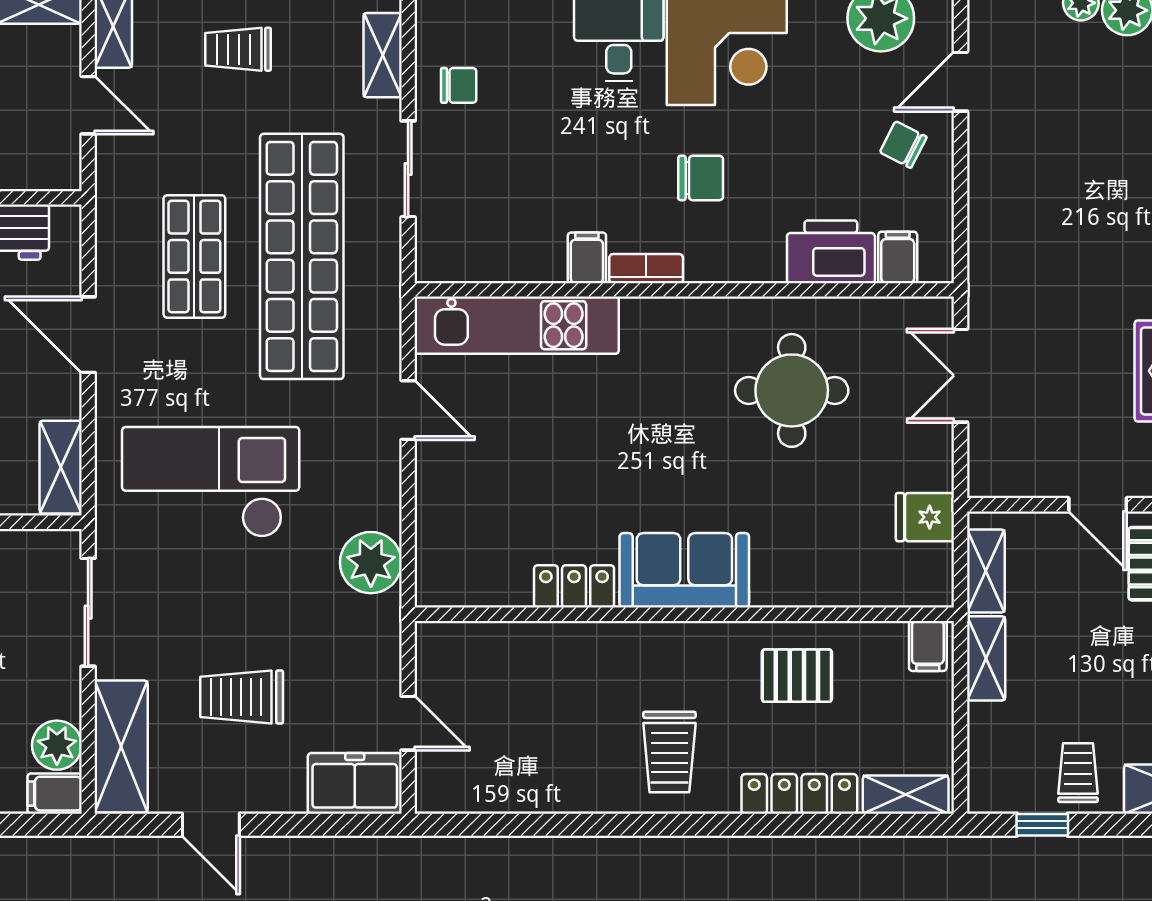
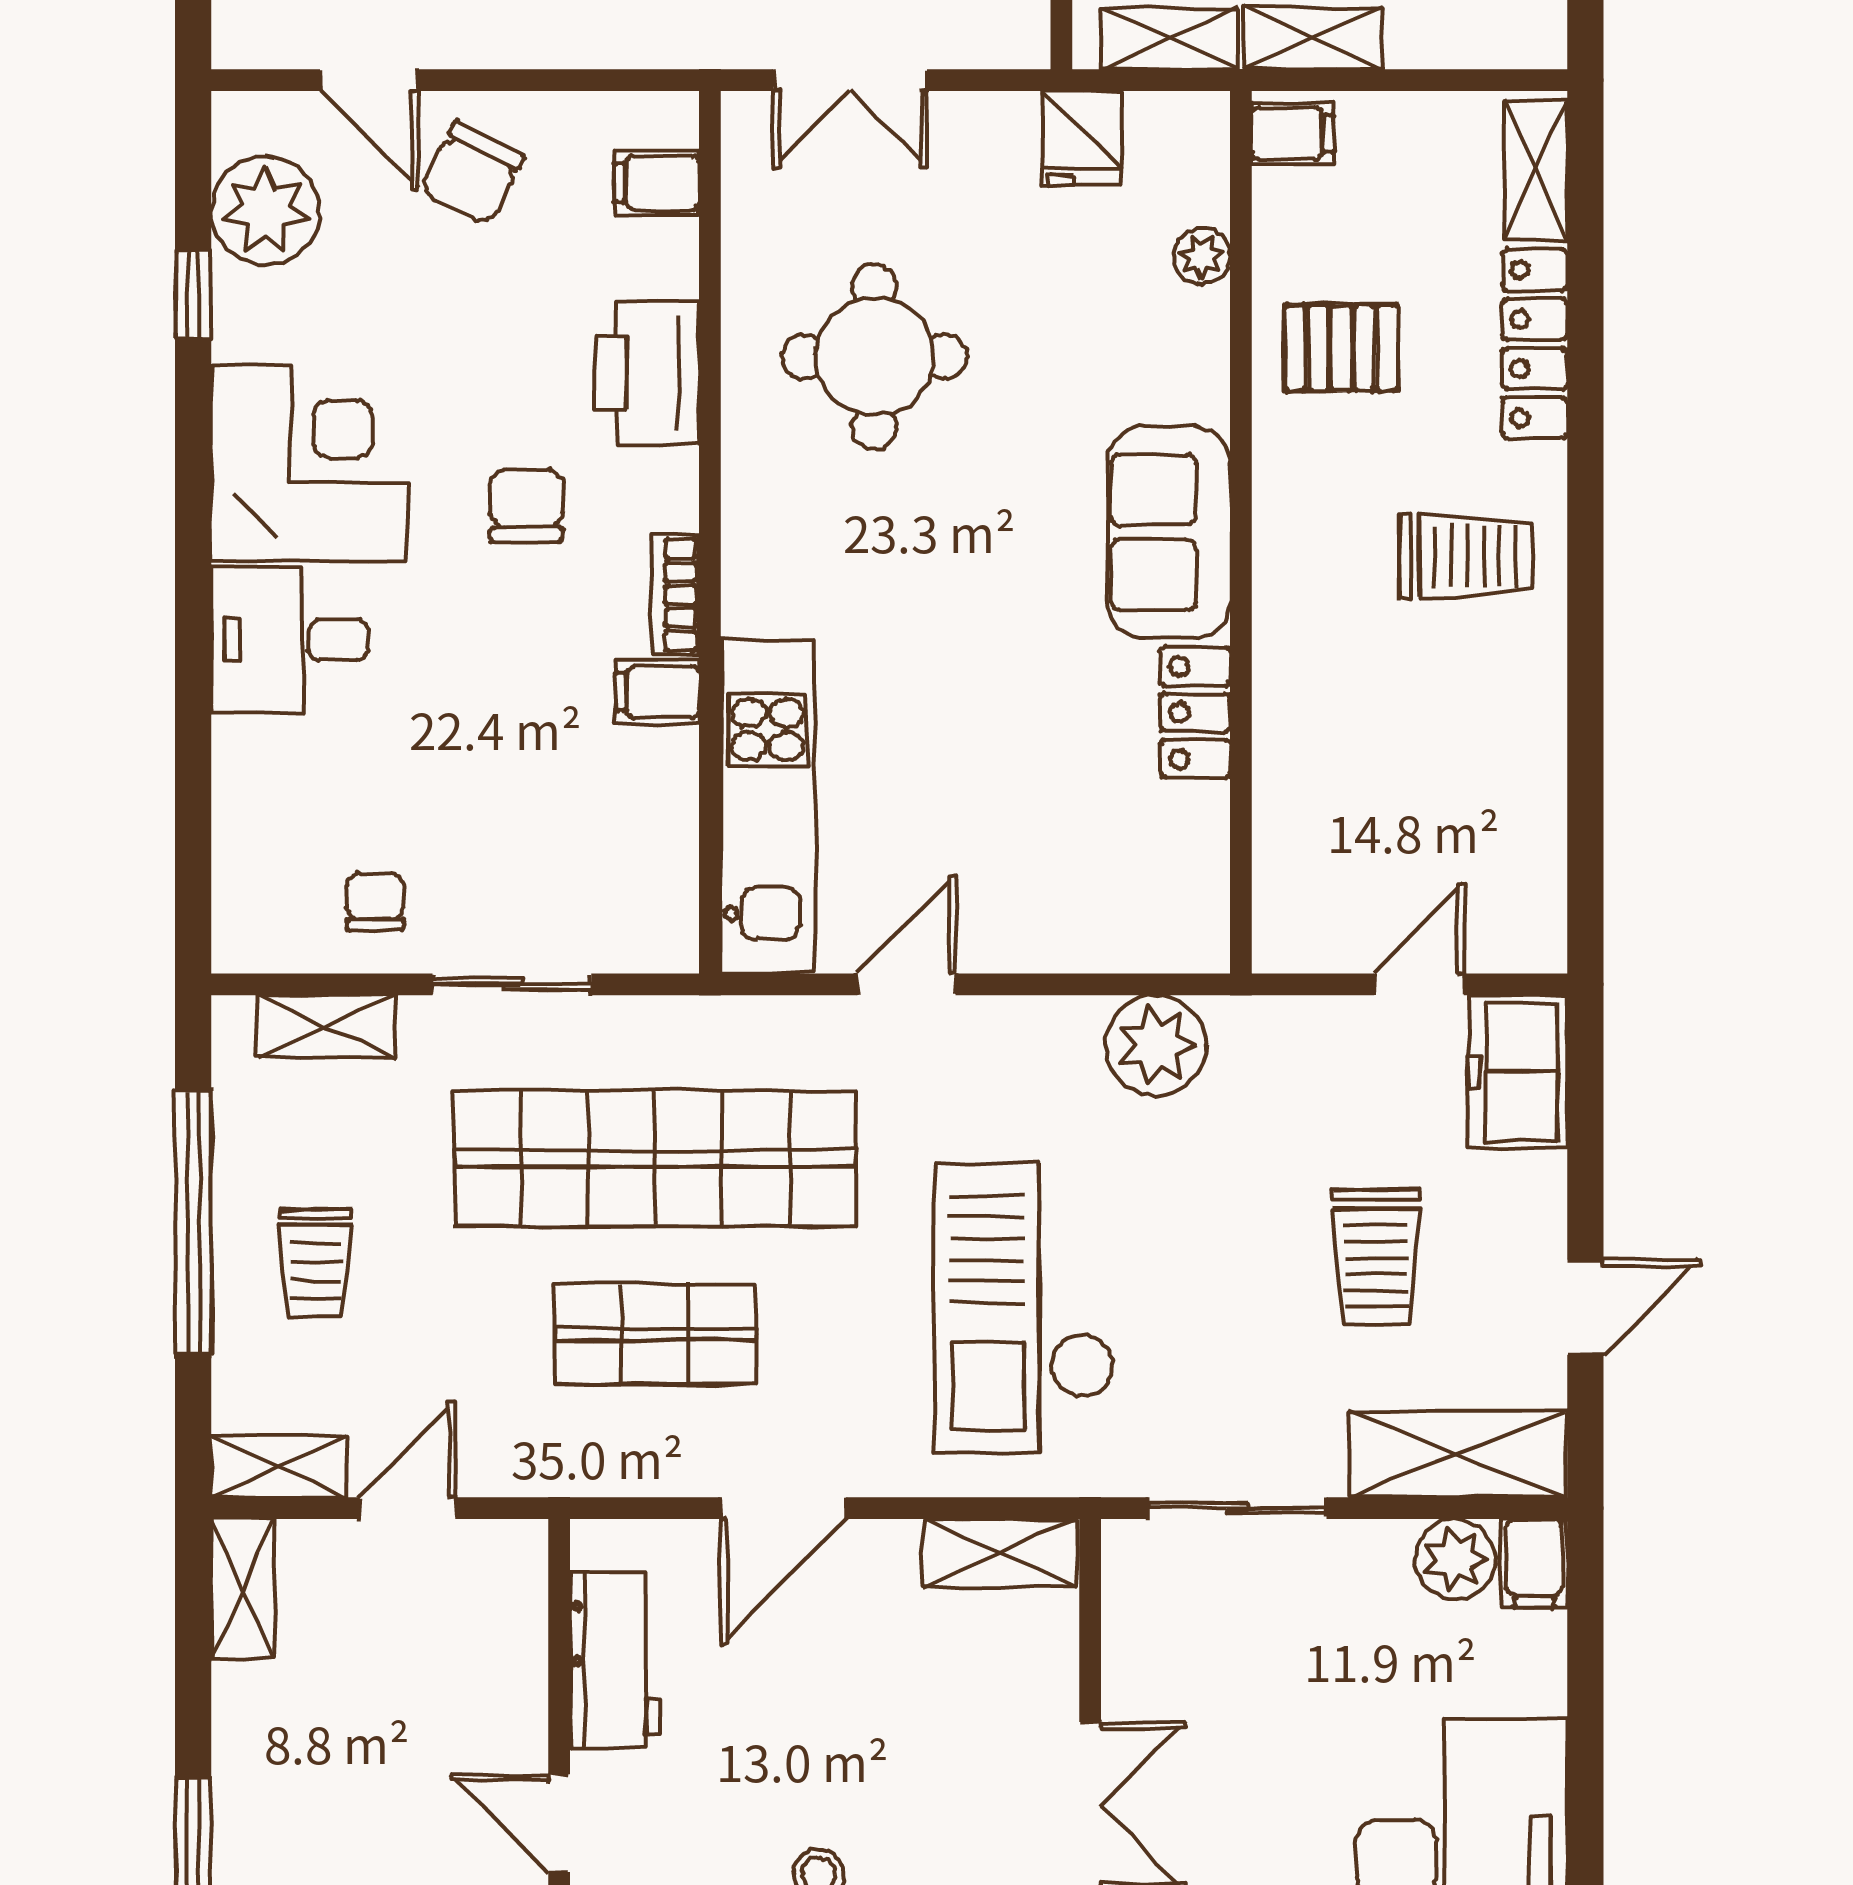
chair: (903, 145) -> (472, 174), width x1.37, depth x1.37
printer: (831, 252) -> (647, 373), moved
plant: (853, 590) -> (1202, 257), added
pallet: (797, 676) -> (1341, 348), turned 90

